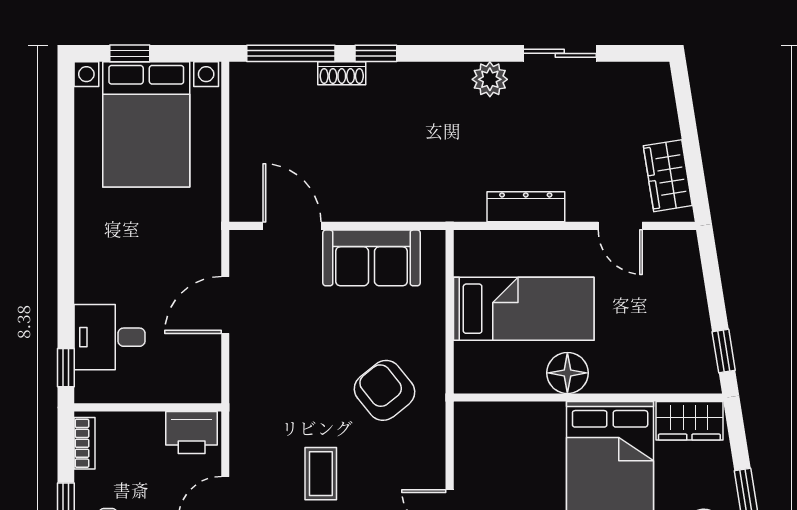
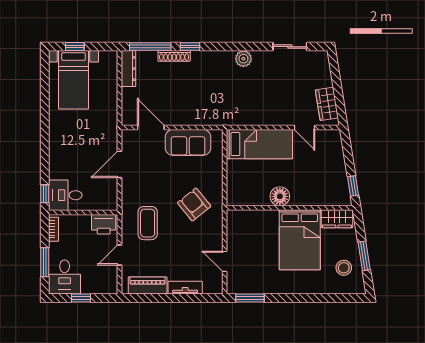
sliding door: (560, 53) -> (290, 47), moved
shoe rack: (342, 73) -> (174, 56), width x1.43
bed with nightstands: (146, 124) -> (74, 80), width x0.73
dresser: (526, 207) -> (128, 69), moved, turned 90
bed: (524, 309) -> (259, 144), moved
desk: (110, 337) -> (65, 195), moved
coffee table: (321, 474) -> (148, 223), moved, width x1.36, depth x1.30

